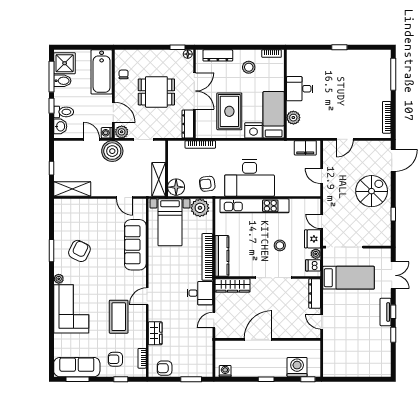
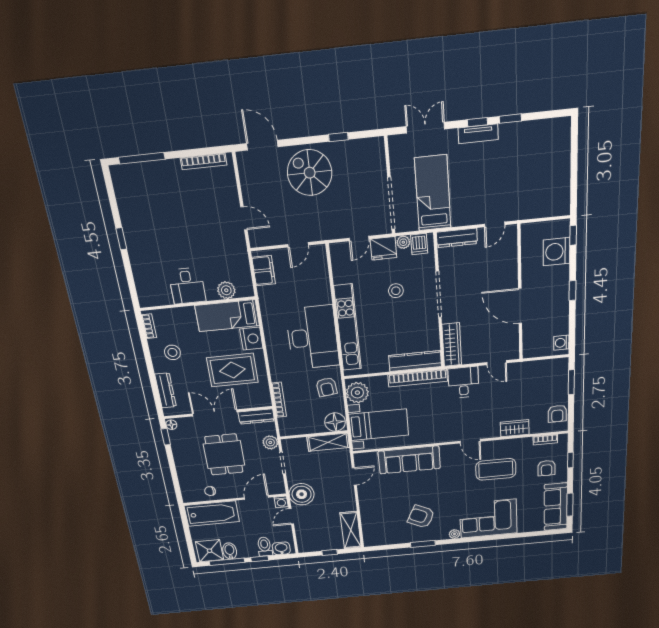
plant: (122, 132) -> (270, 442), moved

